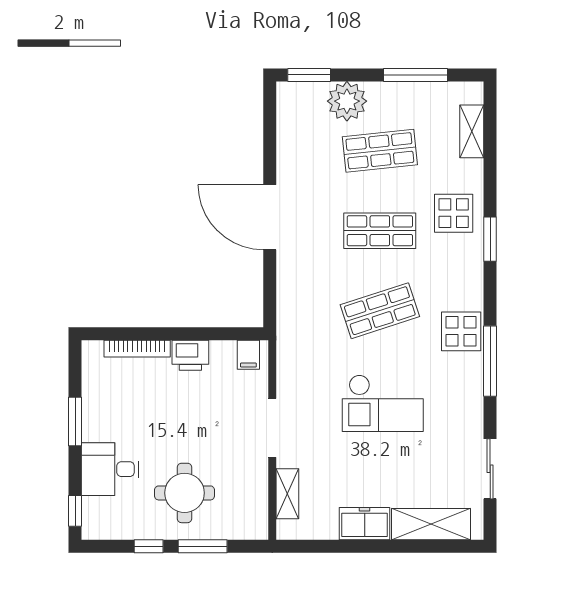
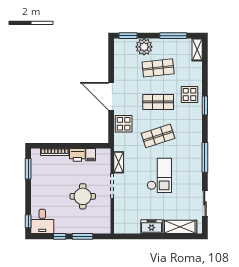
shelving: (472, 131) -> (197, 50), moved
display table: (461, 331) -> (124, 124), moved
filing cabinet: (248, 355) -> (91, 155), moved
checkout: (383, 403) -> (159, 175), turned -90
window: (75, 421) -> (28, 169), moved
desk: (110, 469) -> (42, 221), moved, turned -90
round table: (185, 493) -> (83, 196), moved
shelving: (287, 494) -> (119, 162), moved

